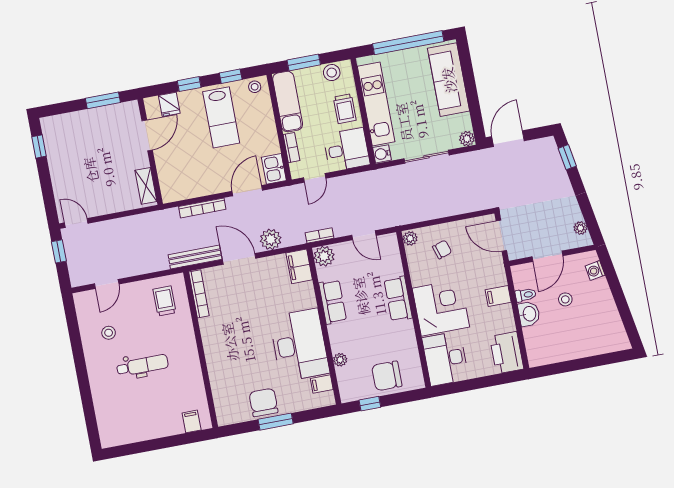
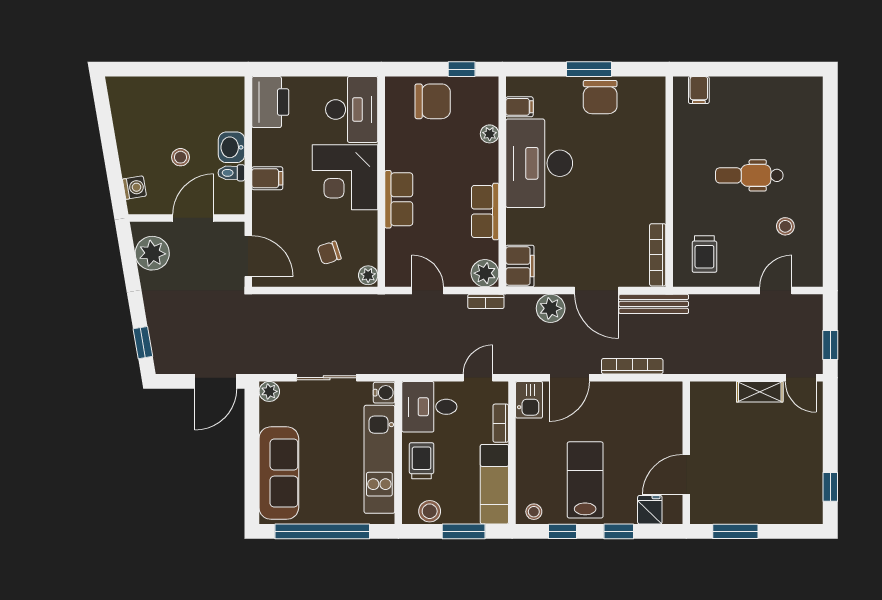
shelving: (146, 186) -> (760, 392), moved, turned 90
plant: (580, 228) -> (152, 253), width x1.87, depth x1.87

